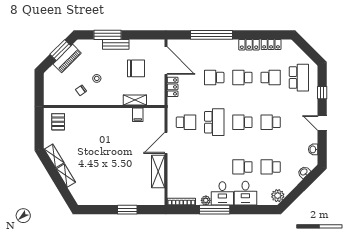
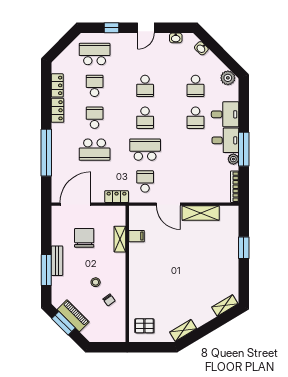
school desk: (214, 78) -> (95, 150), width x1.85
school desk: (242, 78) -> (95, 118), turned 180
locker: (173, 87) -> (117, 197), moved
shelving: (66, 176) -> (225, 305), moved

